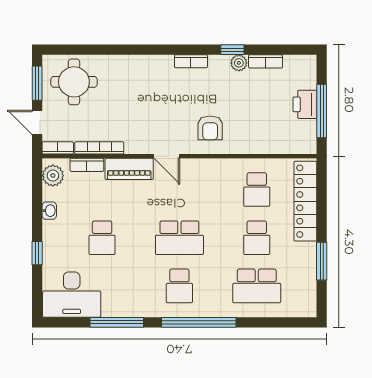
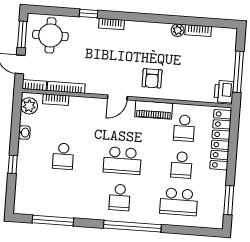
window: (232, 50) -> (89, 14), moved
bookcase: (191, 61) -> (112, 24), moved
printer: (305, 104) -> (224, 92), moved
door: (167, 156) -> (117, 97), hinge flipped
piano: (129, 169) -> (154, 110), moved
window: (322, 261) -> (229, 200), moved
desk: (72, 295) -> (37, 198), removed
window: (117, 322) -> (53, 221), moved

